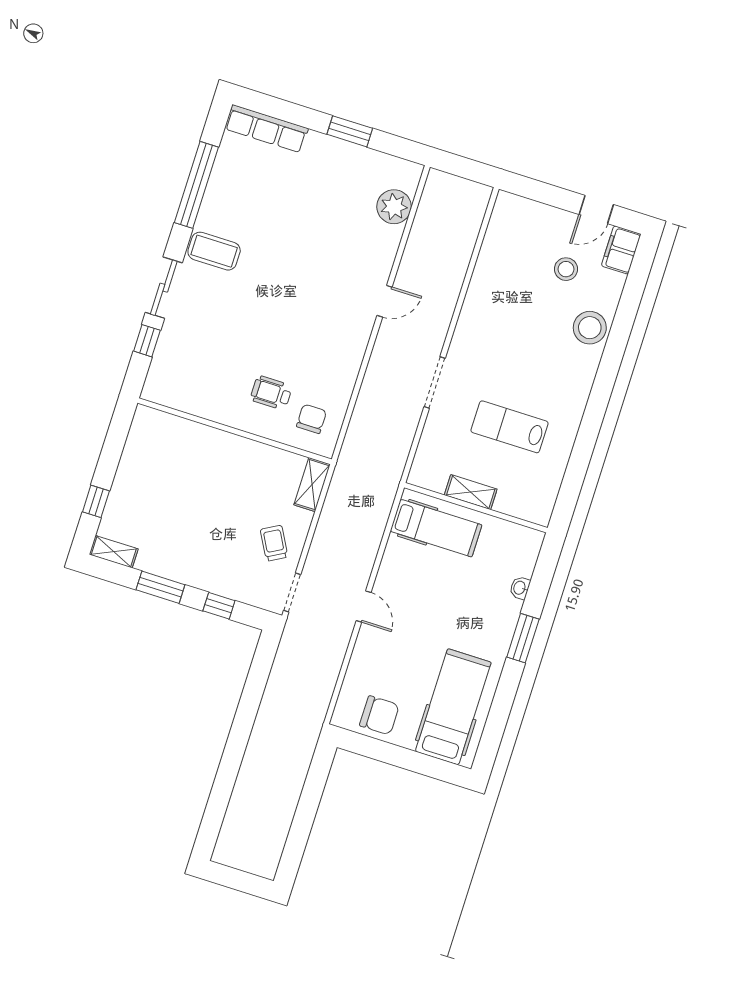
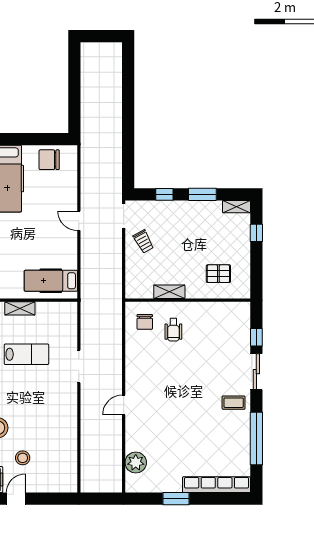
row of seats: (266, 129) -> (217, 485), width x1.36
coffee table: (214, 251) -> (234, 403), width x0.73, depth x0.77
wheelchair: (271, 393) -> (173, 330), turned 90
pallet: (174, 457) -> (218, 274), added
shelving: (312, 485) -> (169, 292), moved, turned 90
shelving: (471, 492) -> (20, 308), moved

